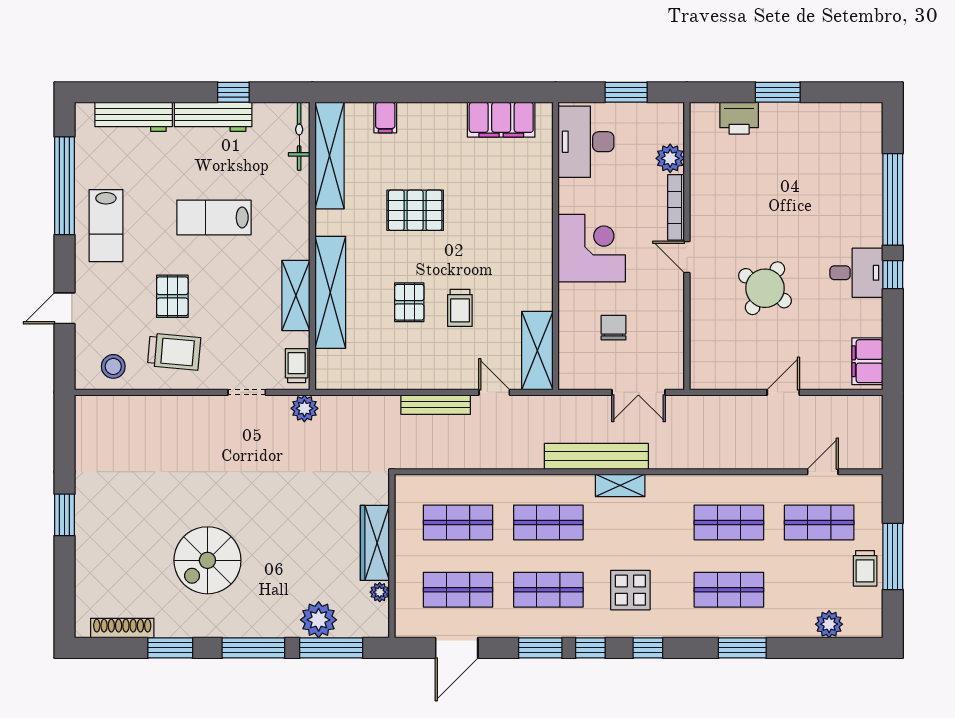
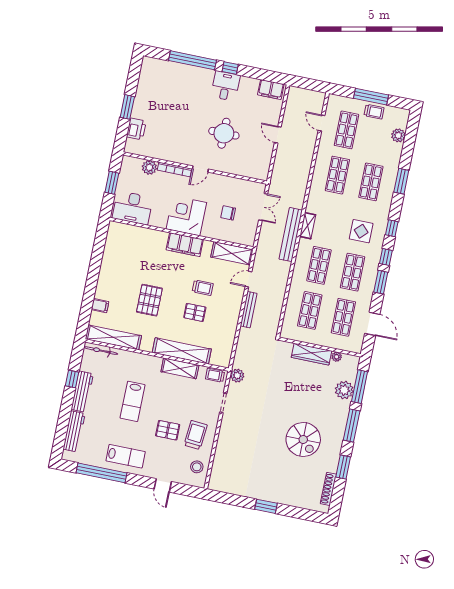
filing cabinet: (501, 120) -> (185, 245), moved, turned 90
round table: (765, 288) -> (224, 133), turned -33

